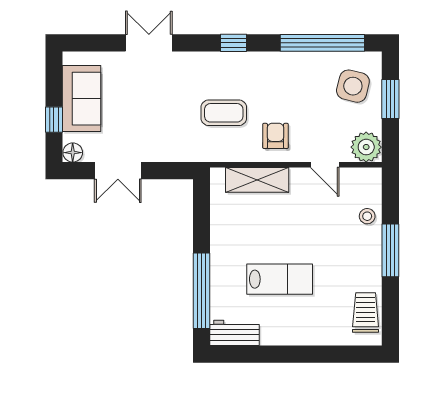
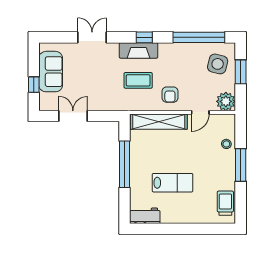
fireplace: (224, 64) -> (139, 50), added
armchair: (276, 136) -> (170, 95), turned 180
floor lamp: (73, 153) -> (45, 105), removed
door: (325, 165) -> (200, 112), hinge flipped
double door: (118, 171) -> (73, 116), swing flipped
shelving: (257, 180) -> (159, 122), width x1.47
window: (202, 291) -> (124, 164), moved

